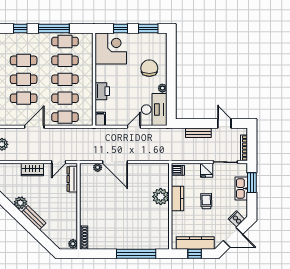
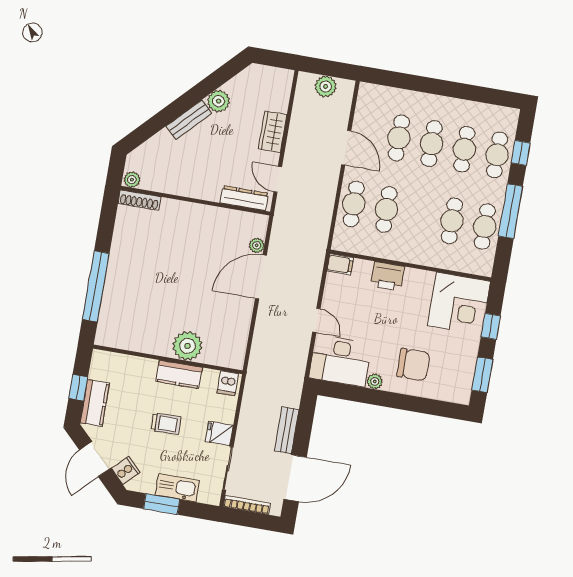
cafe table: (65, 79) -> (497, 155), moved
door: (224, 123) -> (295, 478), width x1.87
window: (252, 183) -> (162, 504), moved
kitchen counter: (195, 243) -> (95, 403), width x0.67

